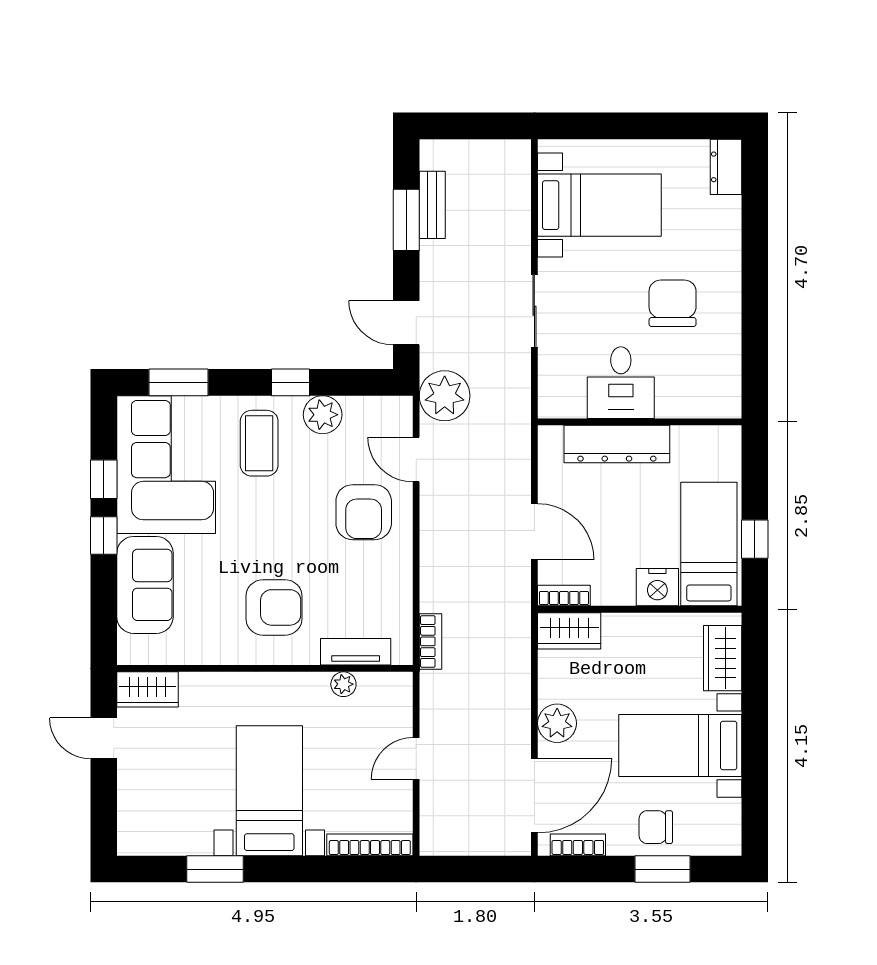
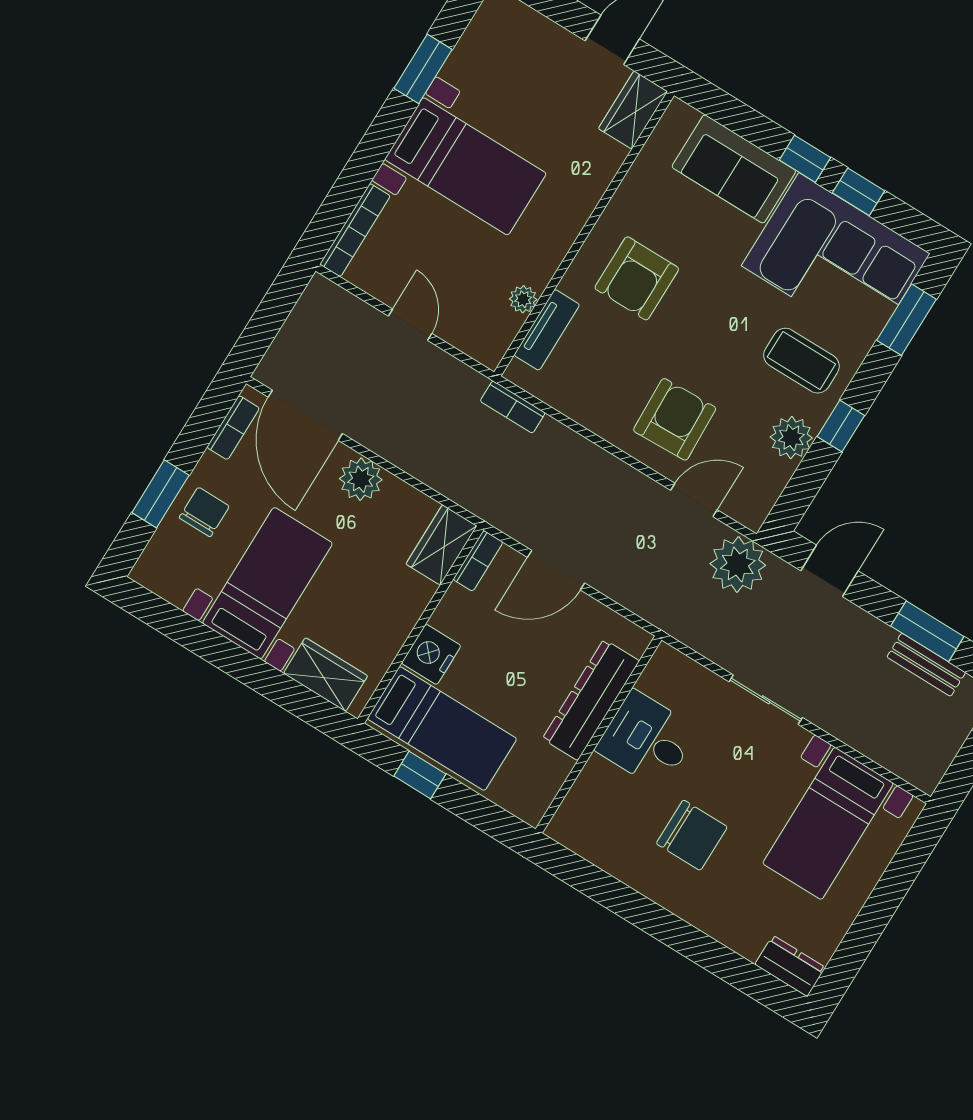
armchair: (364, 512) -> (675, 419), turned 88

